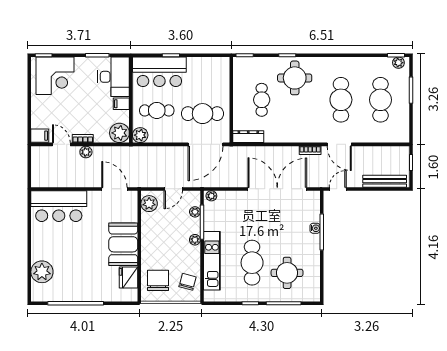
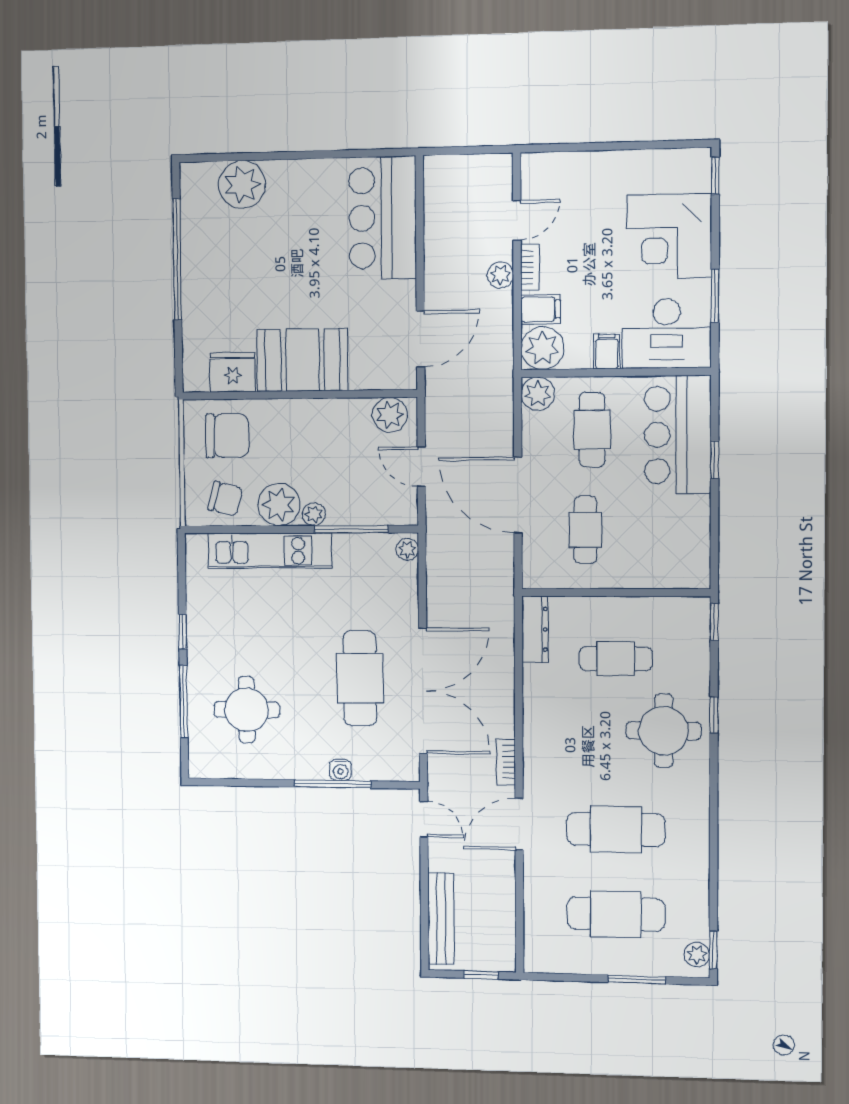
corner desk: (55, 76) -> (669, 236), moved
cafe table: (203, 114) -> (585, 530), width x0.73, depth x0.74
filing cabinet: (40, 136) -> (540, 309), moved, turned -90
door: (205, 144) -> (518, 495), moved
plant: (195, 212) -> (279, 505), moved, width x1.87, depth x1.87
cafe table: (252, 263) -> (360, 678), moved, turned 90

